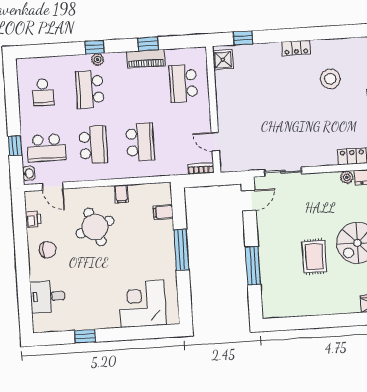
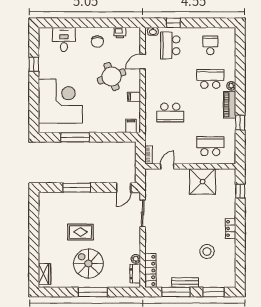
window: (94, 47) -> (240, 84), removed
piano: (146, 59) -> (230, 105), moved
shower: (223, 60) -> (202, 182), moved, width x1.86, depth x1.86
school desk: (43, 92) -> (210, 45), turned 90
school desk: (93, 145) -> (170, 79), removed
door: (53, 186) -> (143, 62), moved
door: (249, 200) -> (124, 188), hinge flipped
filing cabinet: (163, 212) -> (131, 126), moved
window: (181, 250) -> (75, 137), moved
corner desk: (142, 304) -> (60, 101), width x1.36, depth x1.36

